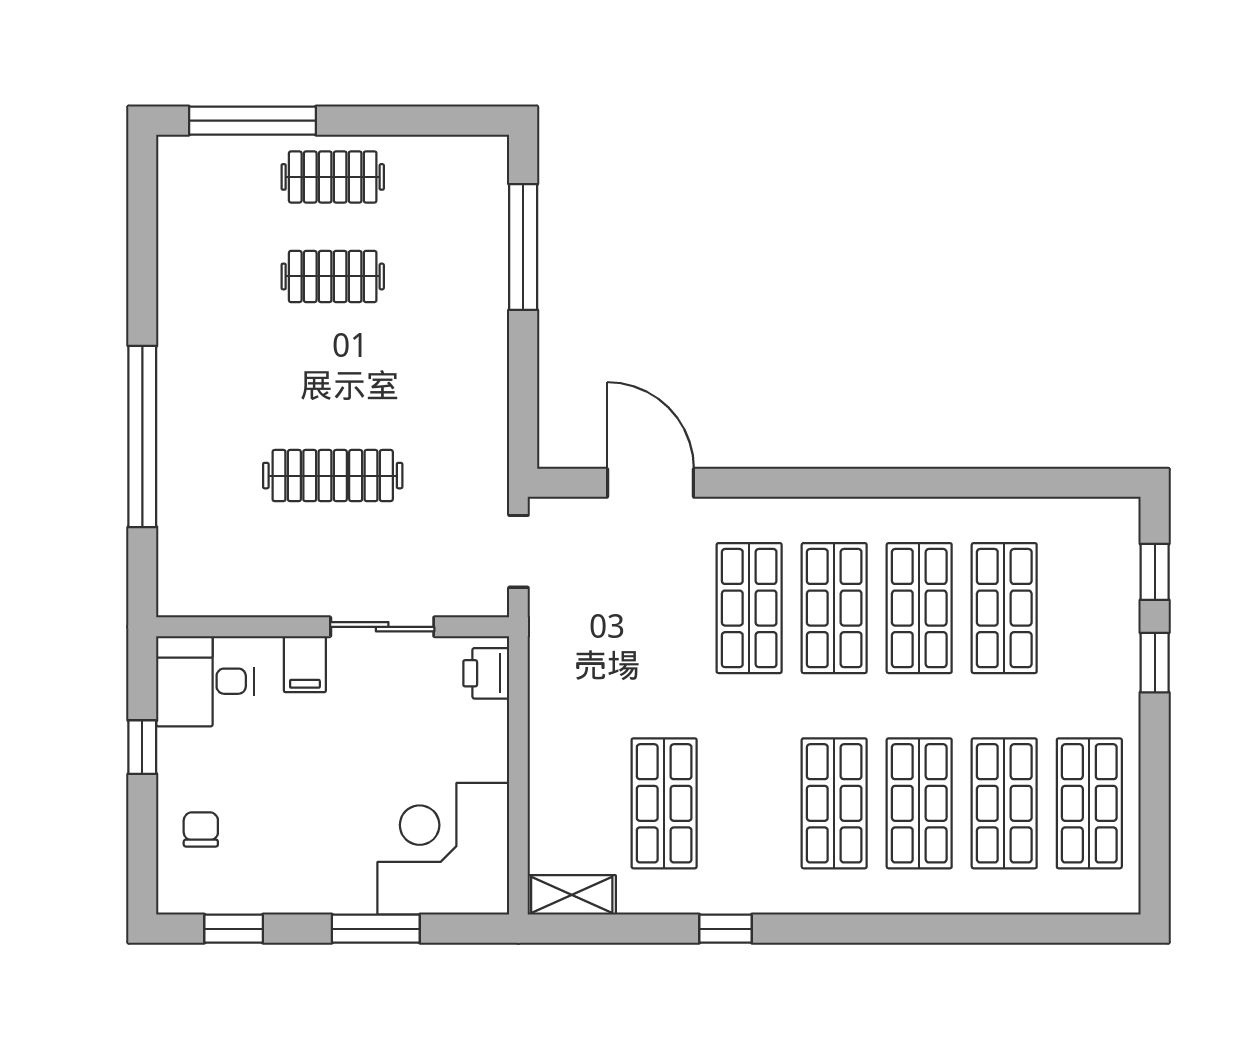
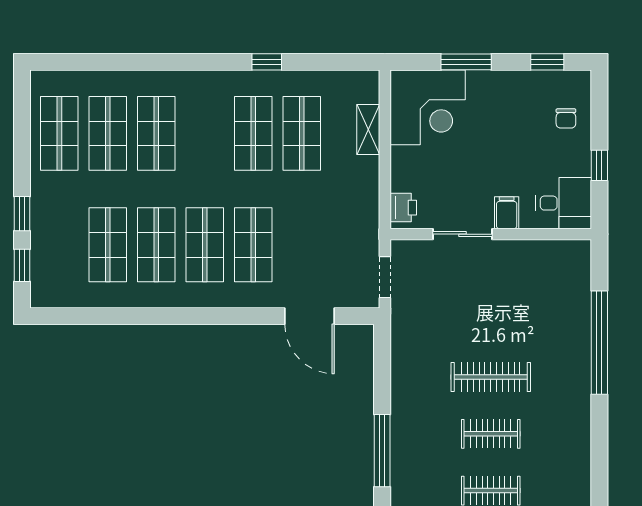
clothes rail: (333, 476) -> (491, 377), moved
shop shelf: (834, 803) -> (253, 133), moved
shelving: (572, 895) -> (368, 129), moved, turned 90

